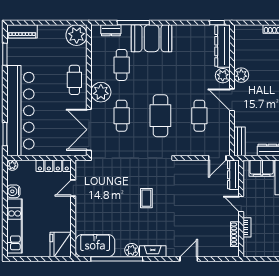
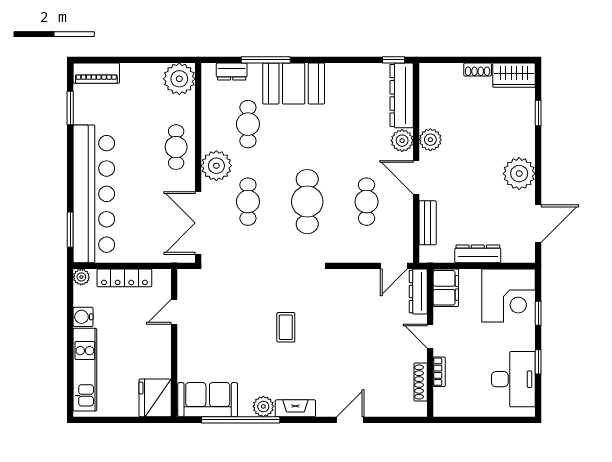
bench: (239, 141) -> (428, 223), moved
locker: (53, 166) -> (124, 278), moved
filing cabinet: (262, 168) -> (446, 288), moved, turned -90

